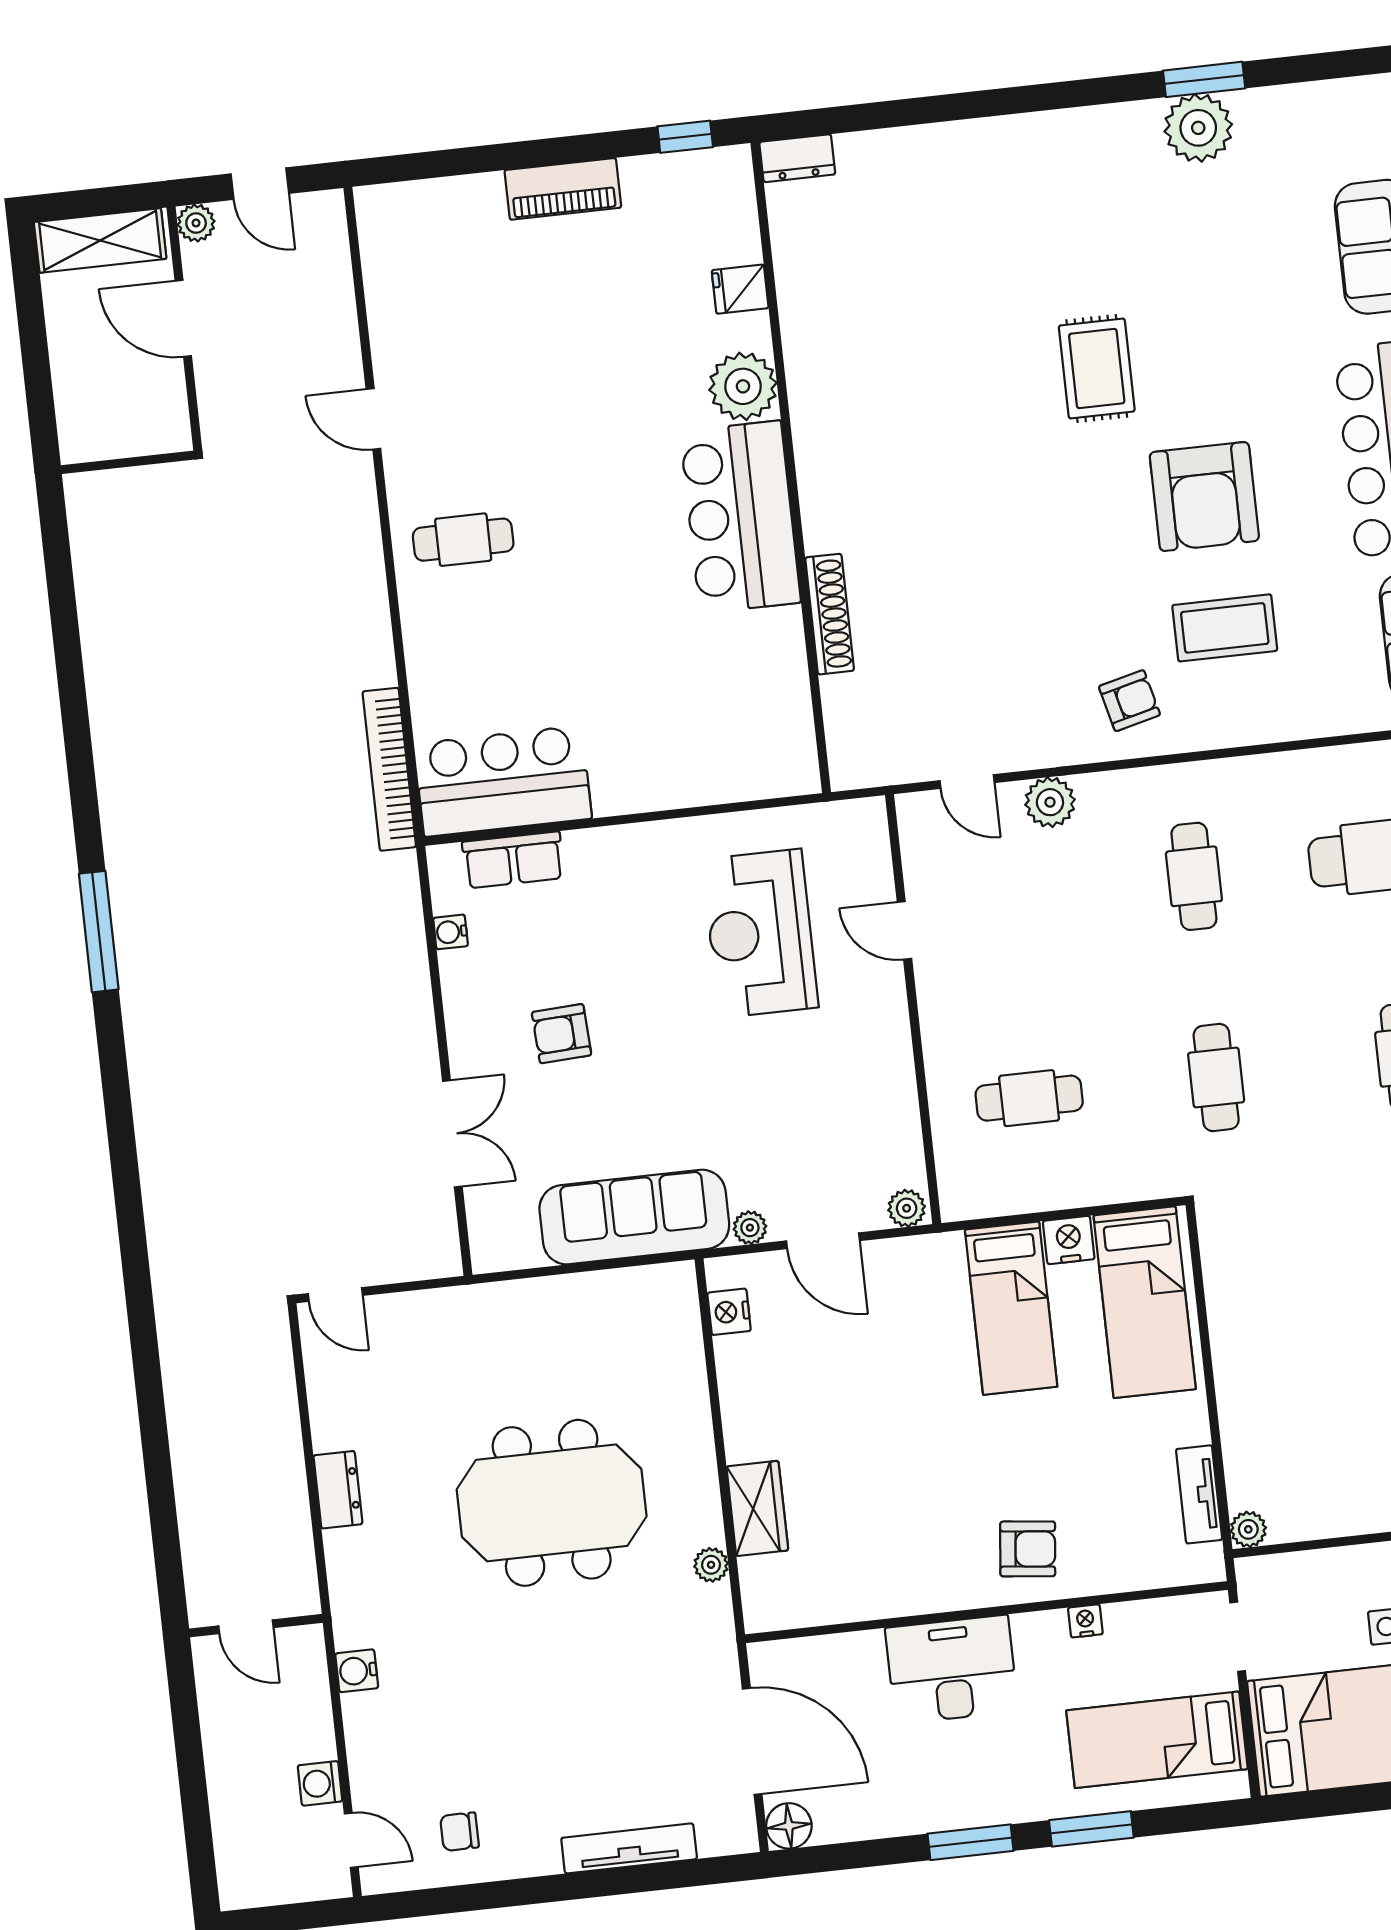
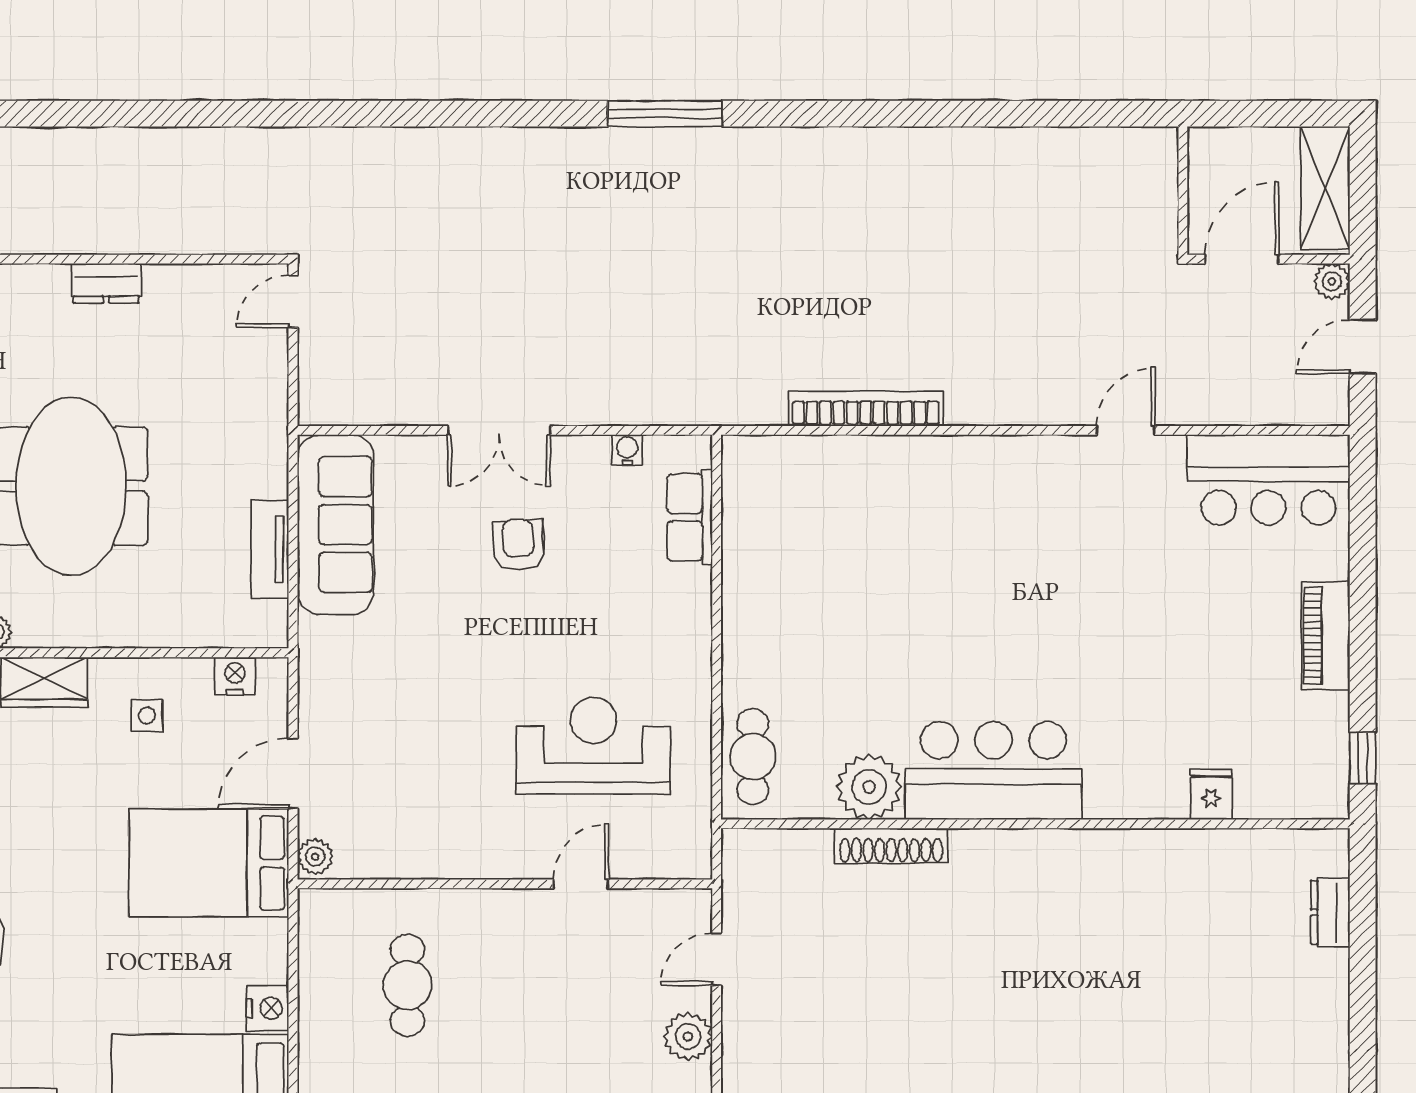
dresser: (797, 158) -> (1330, 912), moved
plant: (743, 386) -> (869, 787), moved
wall: (128, 462) -> (1183, 191), moved
cafe table: (463, 540) -> (753, 757), moved
bookcase: (389, 769) -> (866, 408), moved
bar counter: (503, 781) -> (1269, 480), moved, turned 90
double door: (452, 1134) -> (499, 430), moved
sofa: (634, 1217) -> (336, 525), moved
plant: (750, 1228) -> (313, 705), removed
tv unit: (594, 1290) -> (270, 549), added
bed: (1011, 1308) -> (209, 863), moved, width x1.50
side table: (780, 1398) -> (147, 715), added

